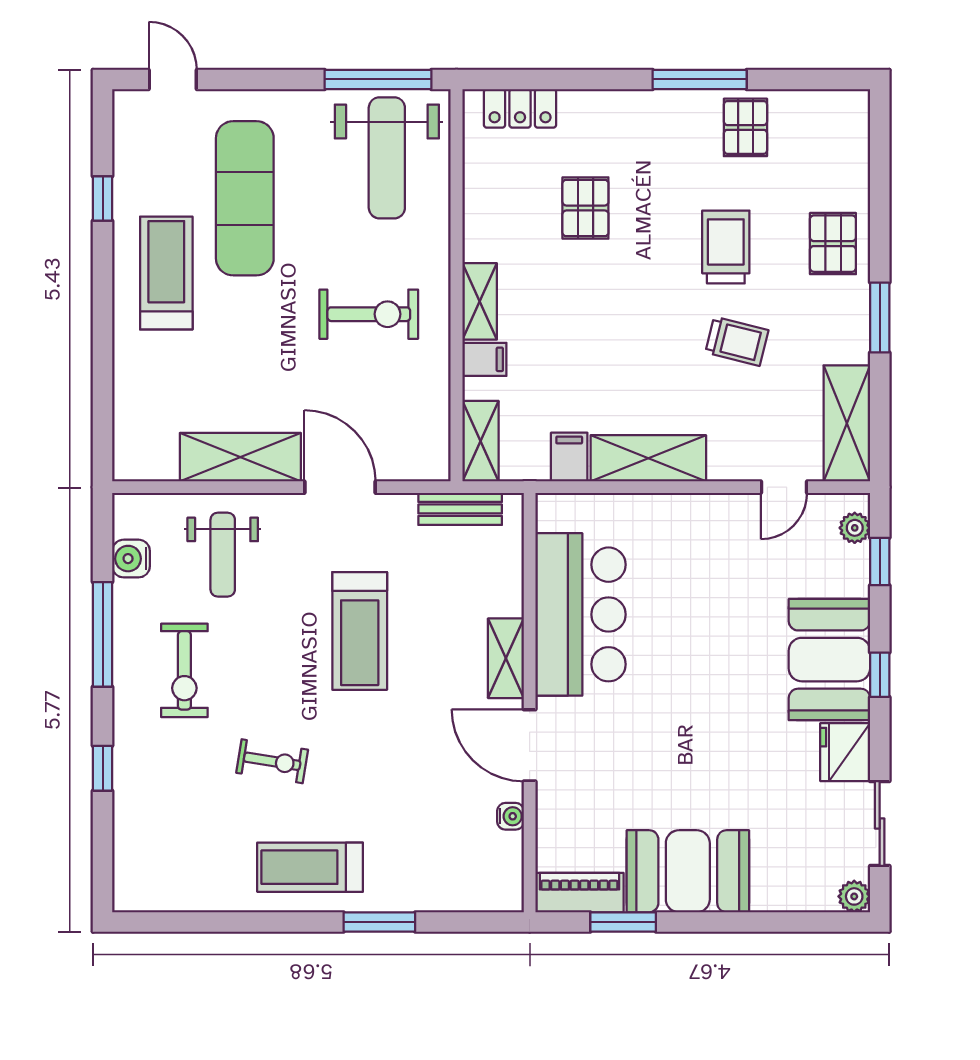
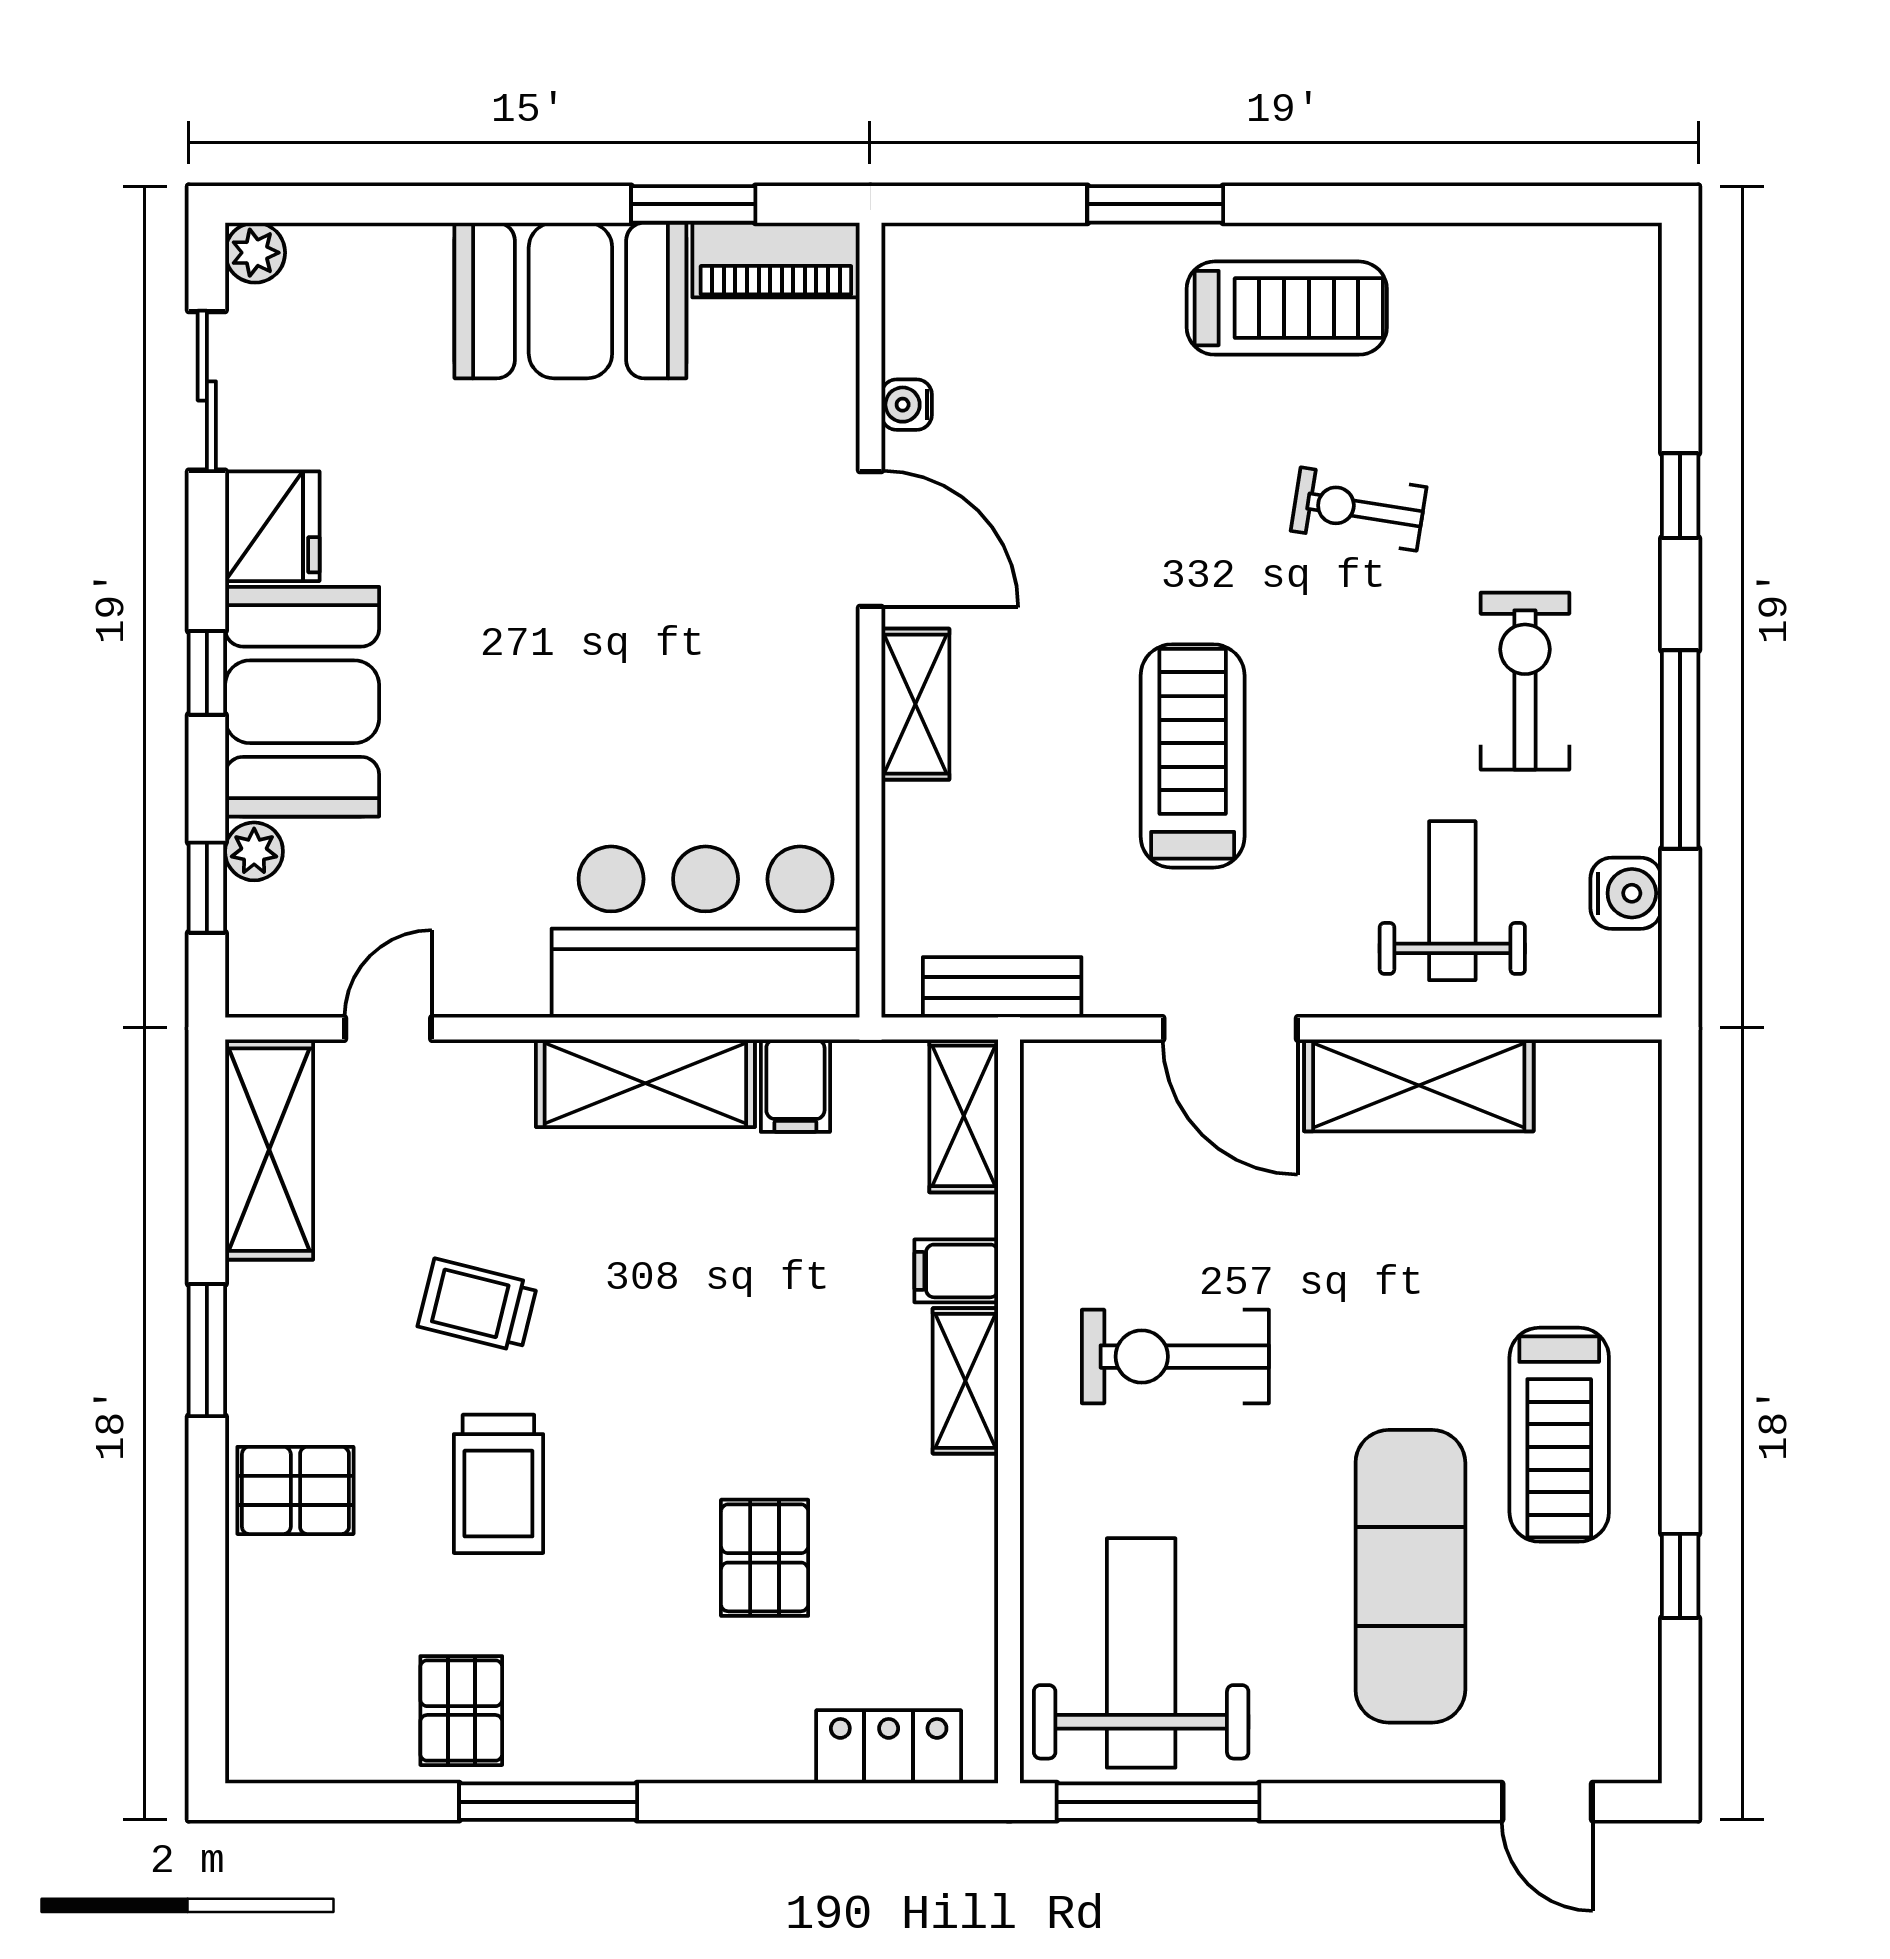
pallet: (833, 244) -> (295, 1490), turned 90
plant: (855, 528) -> (254, 851), moved
bar counter: (580, 614) -> (706, 932), moved, turned 90

